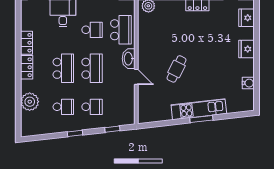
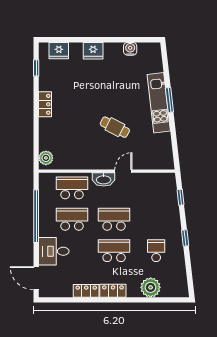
school desk: (92, 30) -> (72, 219), width x1.85
school desk: (92, 107) -> (156, 219), removed

